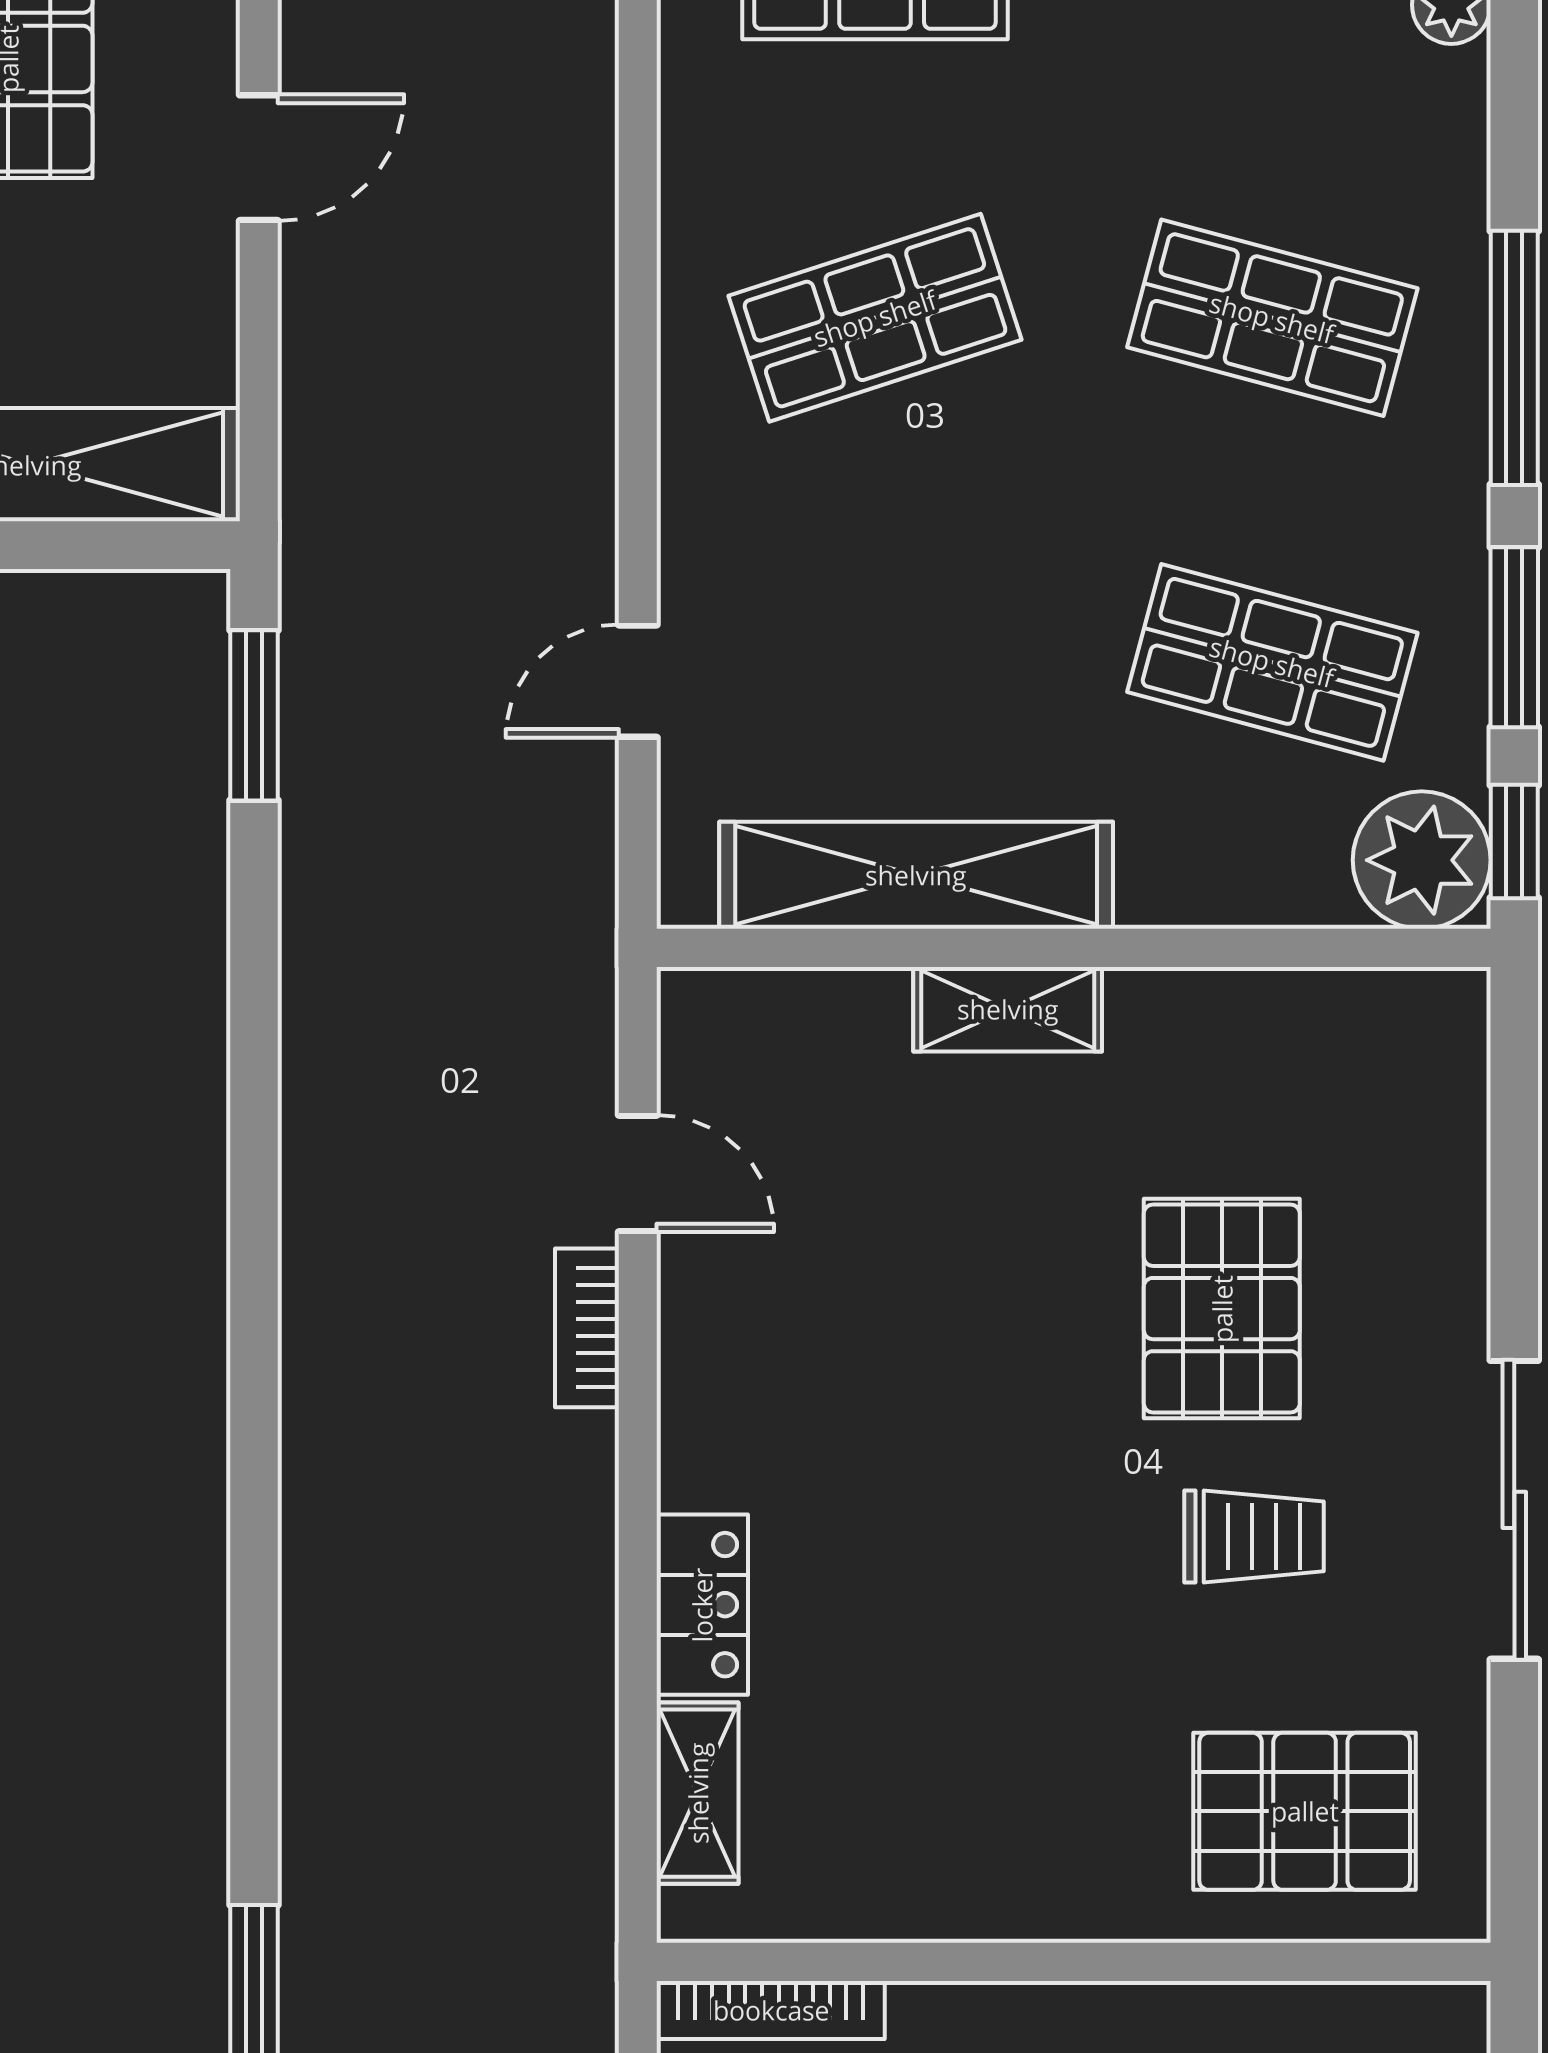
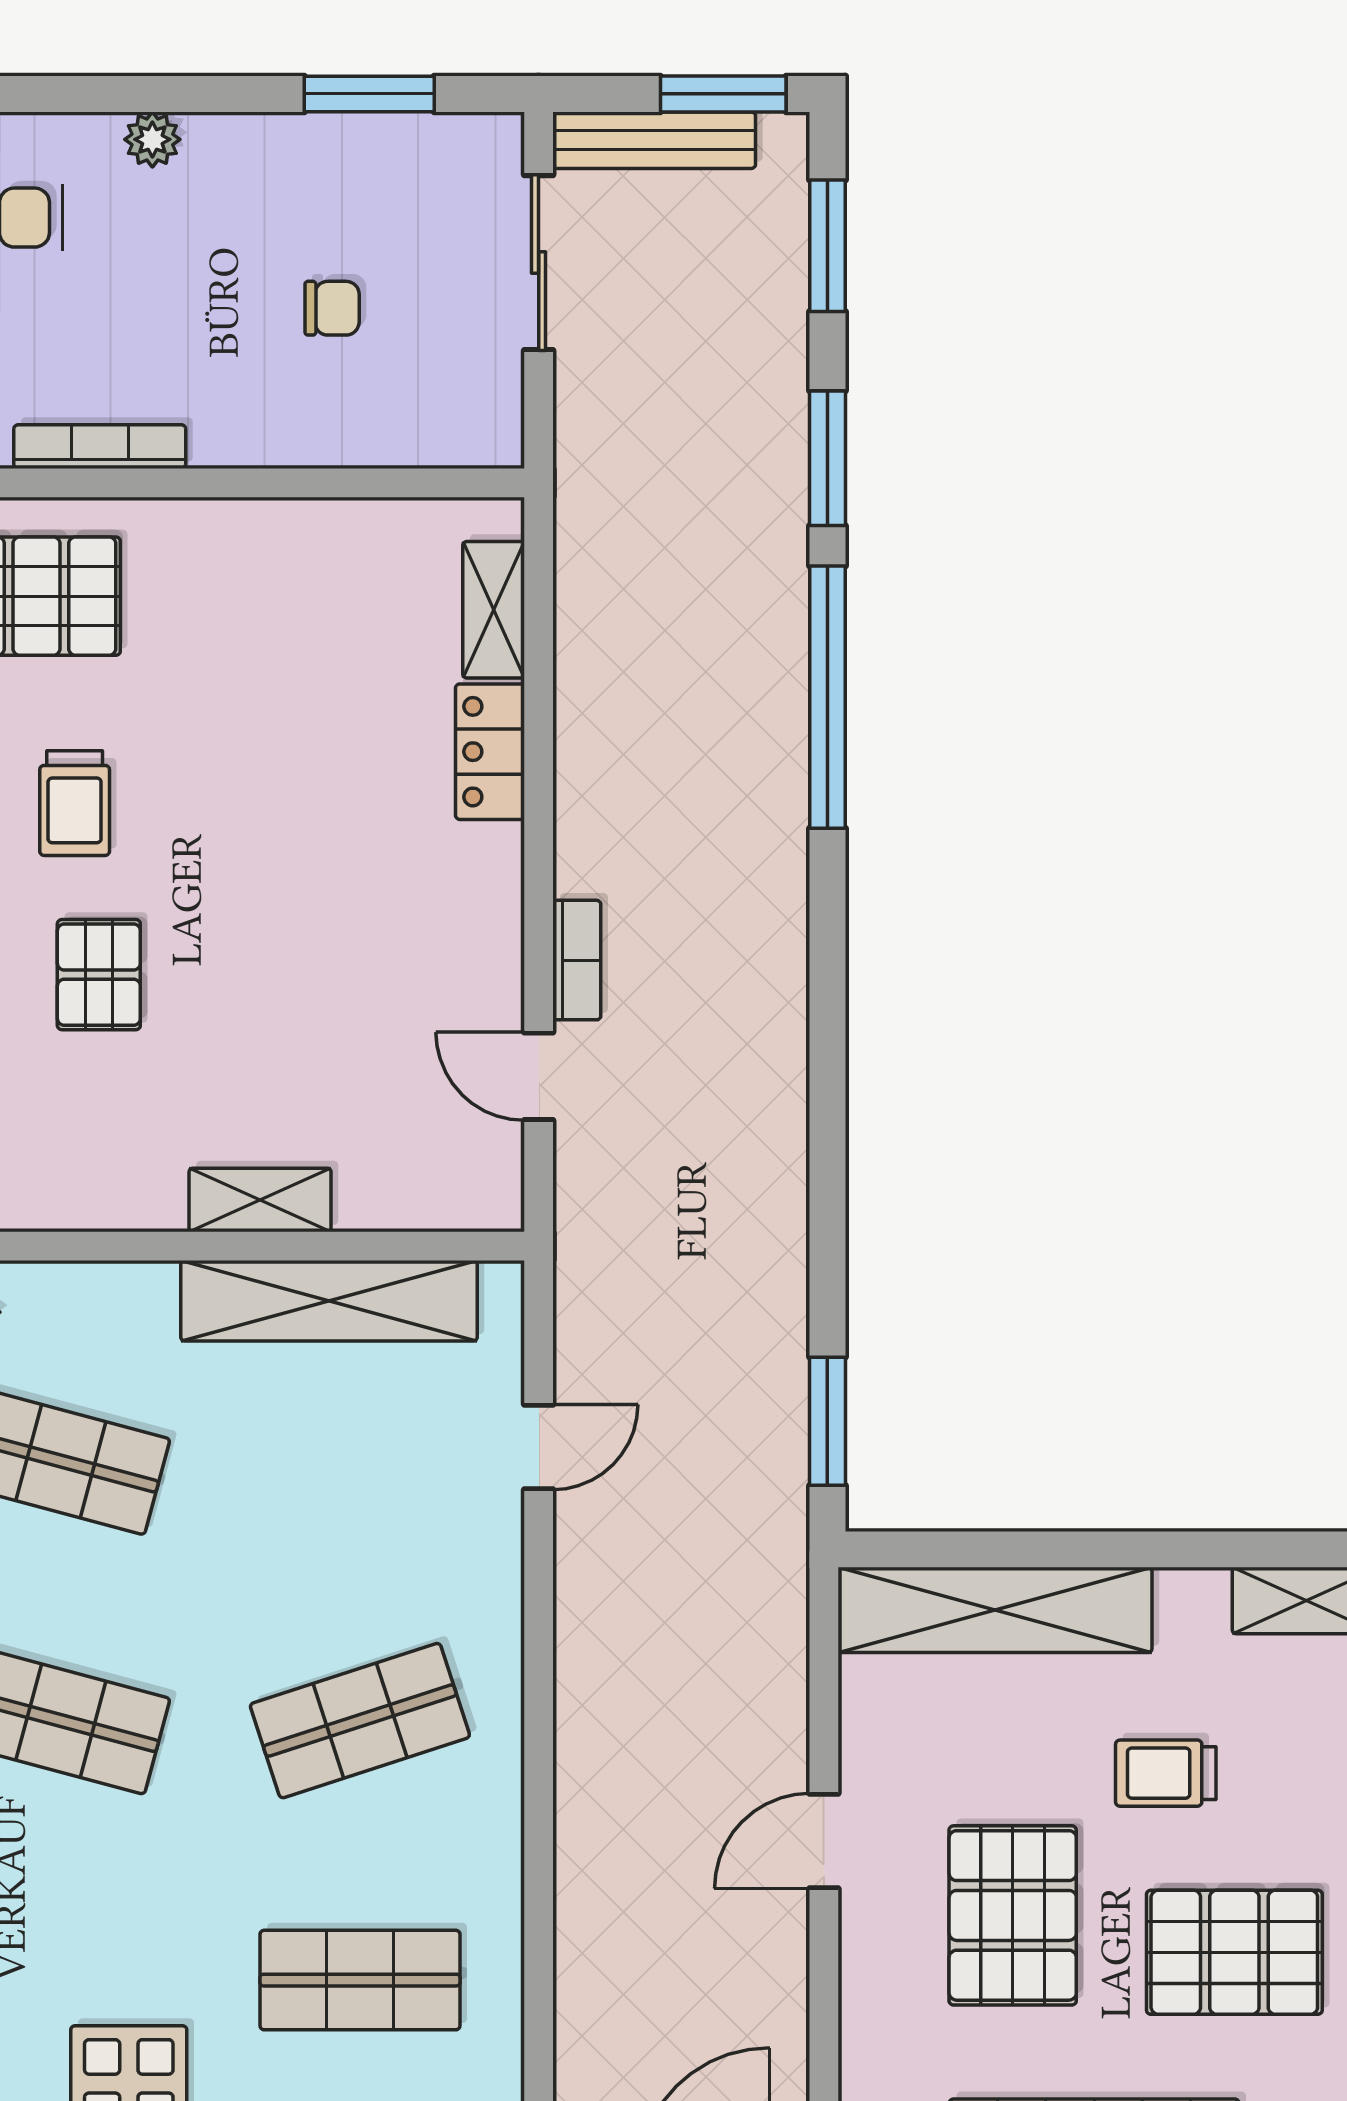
pallet: (1222, 1309) -> (99, 975), width x0.67, depth x0.71
trolley: (1254, 1536) -> (75, 803), turned -90
window: (254, 1677) -> (827, 697), added
bookcase: (771, 2010) -> (100, 447), moved

